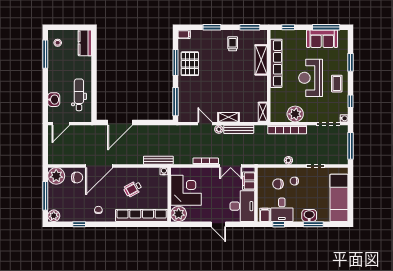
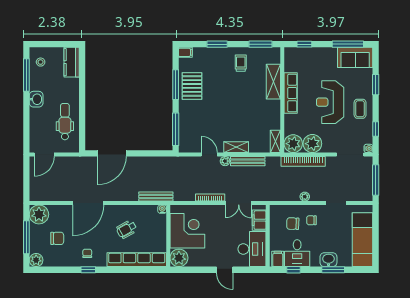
sofa: (322, 39) -> (355, 57), moved
row of seats: (276, 63) -> (291, 93), width x0.73
washbasin: (54, 100) -> (36, 99), moved
plant: (278, 114) -> (293, 144), added
chair: (77, 177) -> (57, 238), moved
window: (79, 224) -> (88, 270), moved

